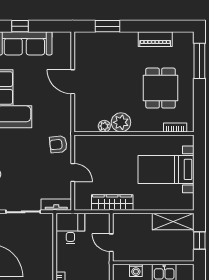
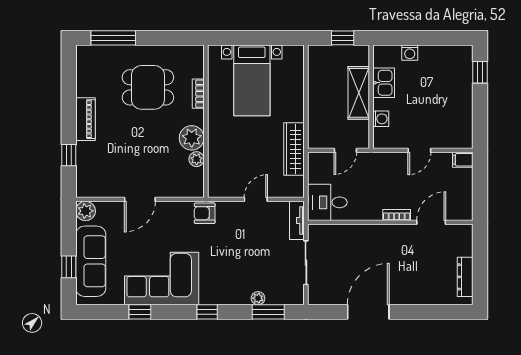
window: (107, 26) -> (69, 155), width x0.67
plant: (64, 39) -> (86, 211), added
piano: (155, 39) -> (85, 119), moved
bookcase: (175, 127) -> (198, 94), moved
armchair: (58, 144) -> (205, 213), moved, turned 96
shelving: (173, 222) -> (359, 93), moved

